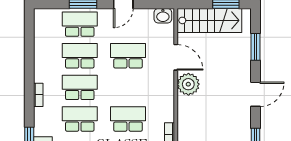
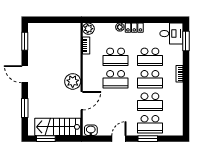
school desk: (128, 56) -> (116, 79), moved
door: (176, 57) -> (82, 101), swing flipped
door: (256, 94) -> (25, 74), hinge flipped

